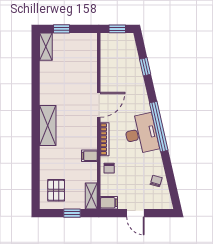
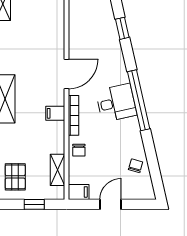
desk: (141, 134) -> (116, 103), width x0.73
filing cabinet: (89, 156) -> (55, 113), moved
shelving: (91, 196) -> (57, 170), moved
door: (135, 213) -> (111, 204), swing flipped

